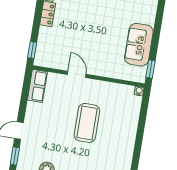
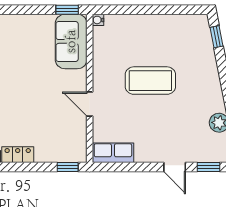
sofa: (139, 45) -> (71, 41), moved, turned 90
door: (77, 74) -> (90, 104), hinge flipped

